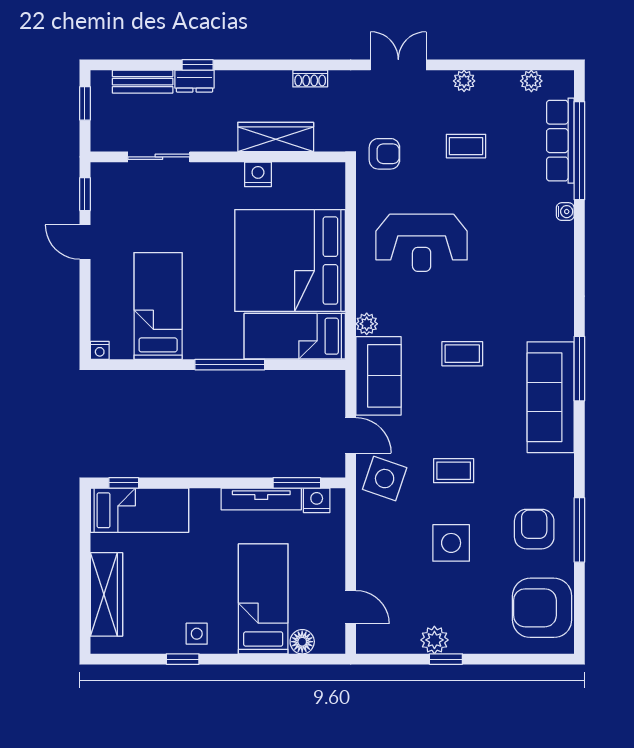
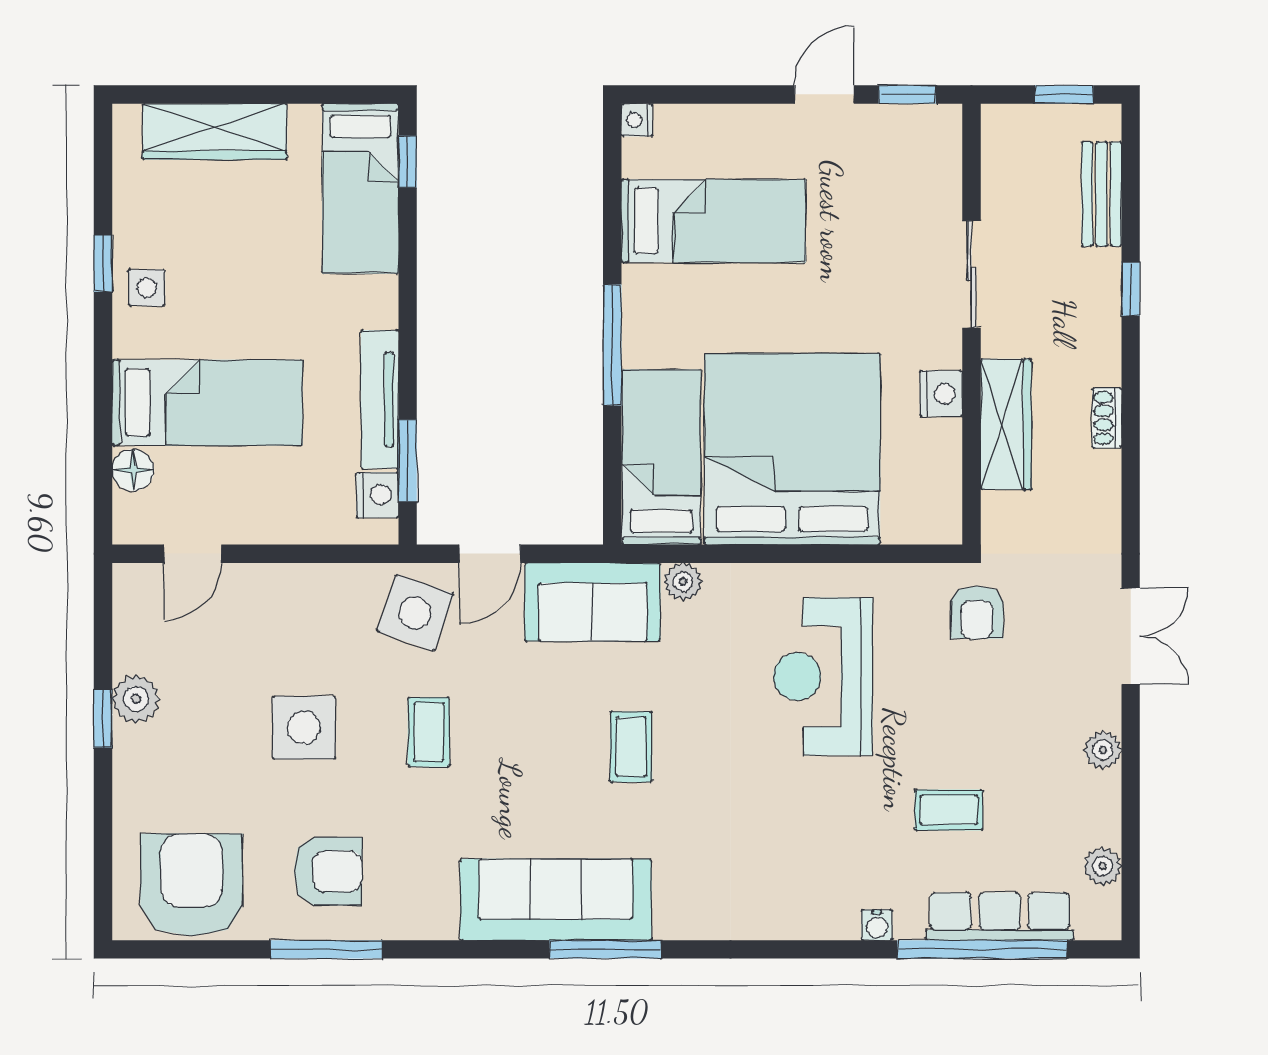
shoe rack: (310, 78) -> (1107, 418), moved
dresser: (195, 81) -> (1102, 284), removed
coffee table: (466, 146) -> (949, 810), moved, turned 90
sliding door: (159, 157) -> (971, 274), moved

